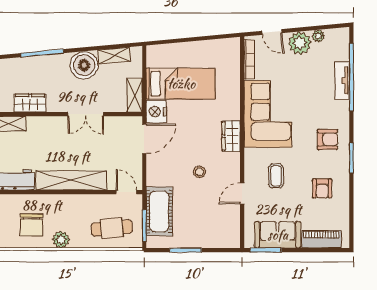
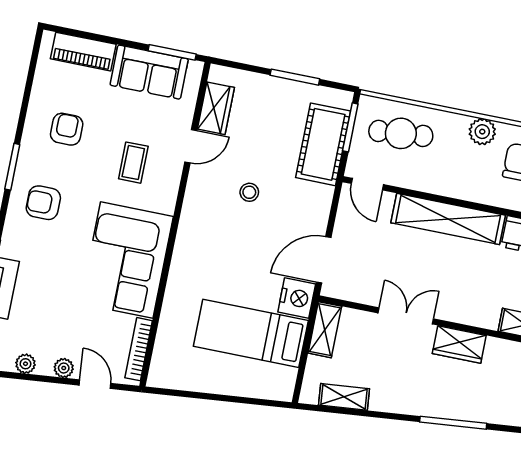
plant: (300, 43) -> (64, 368), width x0.53, depth x0.53
boiler: (84, 65) -> (393, 391), removed
wardrobe: (30, 103) -> (459, 344), moved
wardrobe: (231, 136) -> (216, 108), moved

